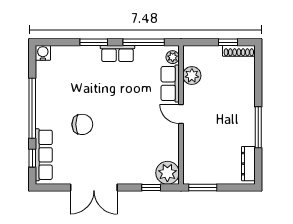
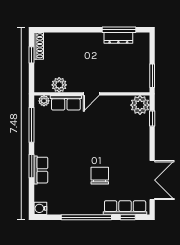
row of seats: (117, 53) -> (41, 170), moved
window: (258, 127) -> (119, 30), moved
dresser: (248, 164) -> (118, 38), moved
double door: (94, 187) -> (152, 180), moved

